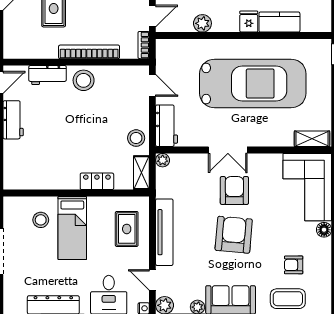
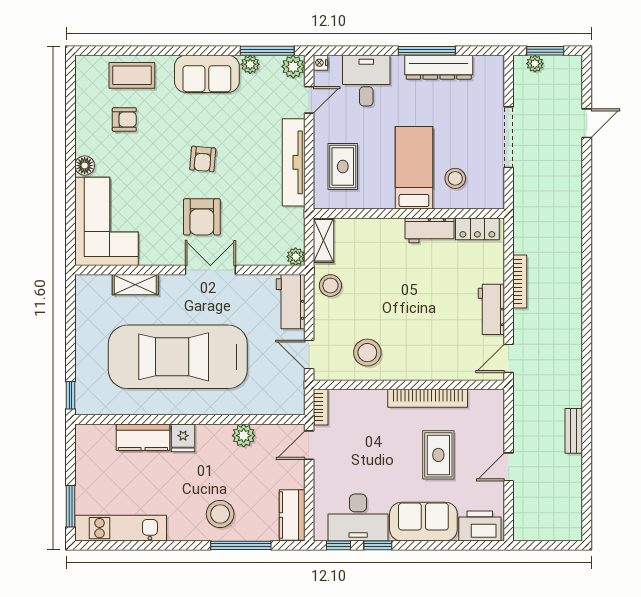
bookcase: (89, 52) -> (428, 398), moved
workbench: (47, 75) -> (430, 230), moved, turned 180
stool: (84, 80) -> (367, 353), moved
shelving: (312, 139) -> (135, 285), moved
locker: (97, 181) -> (477, 229), moved
armchair: (234, 235) -> (203, 159), width x0.53, depth x0.53
door: (152, 280) -> (309, 100), hinge flipped

